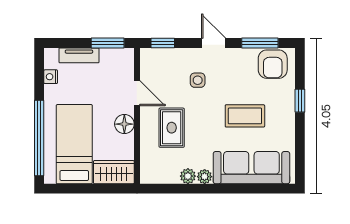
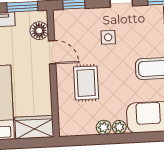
floor lamp: (124, 124) -> (39, 31), moved

